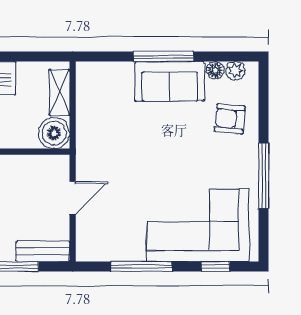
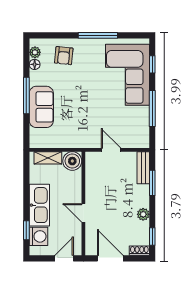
sofa: (170, 81) -> (41, 107), moved

